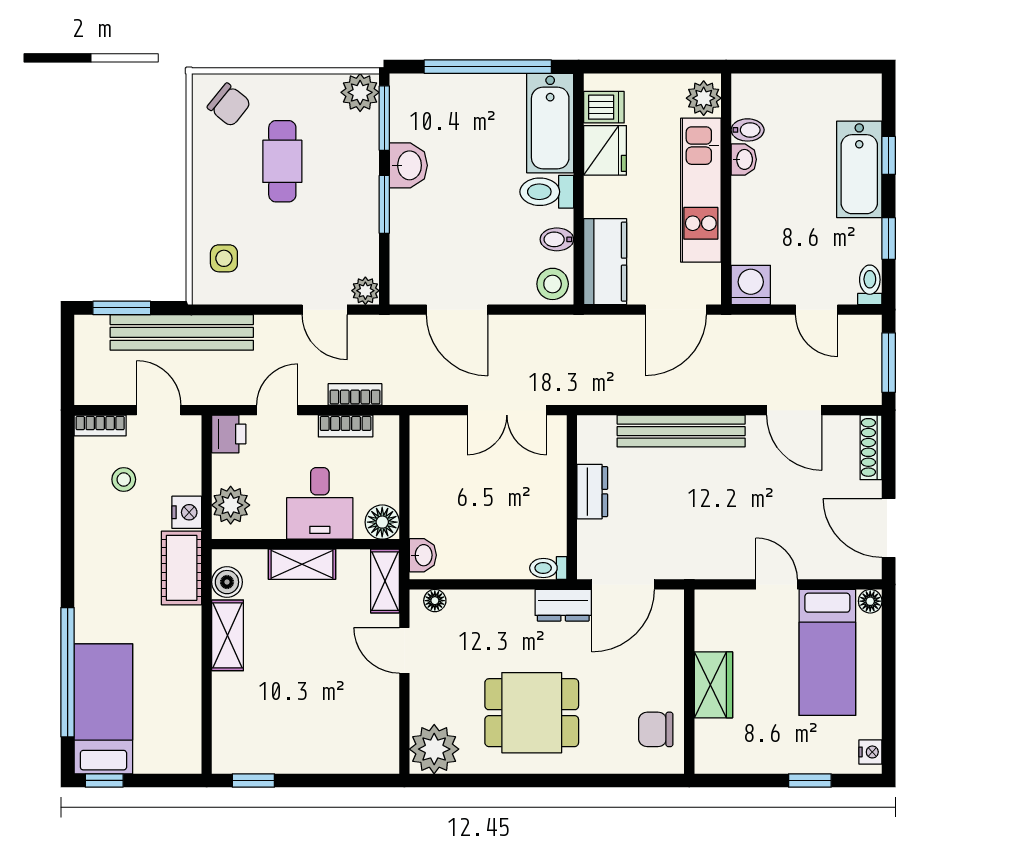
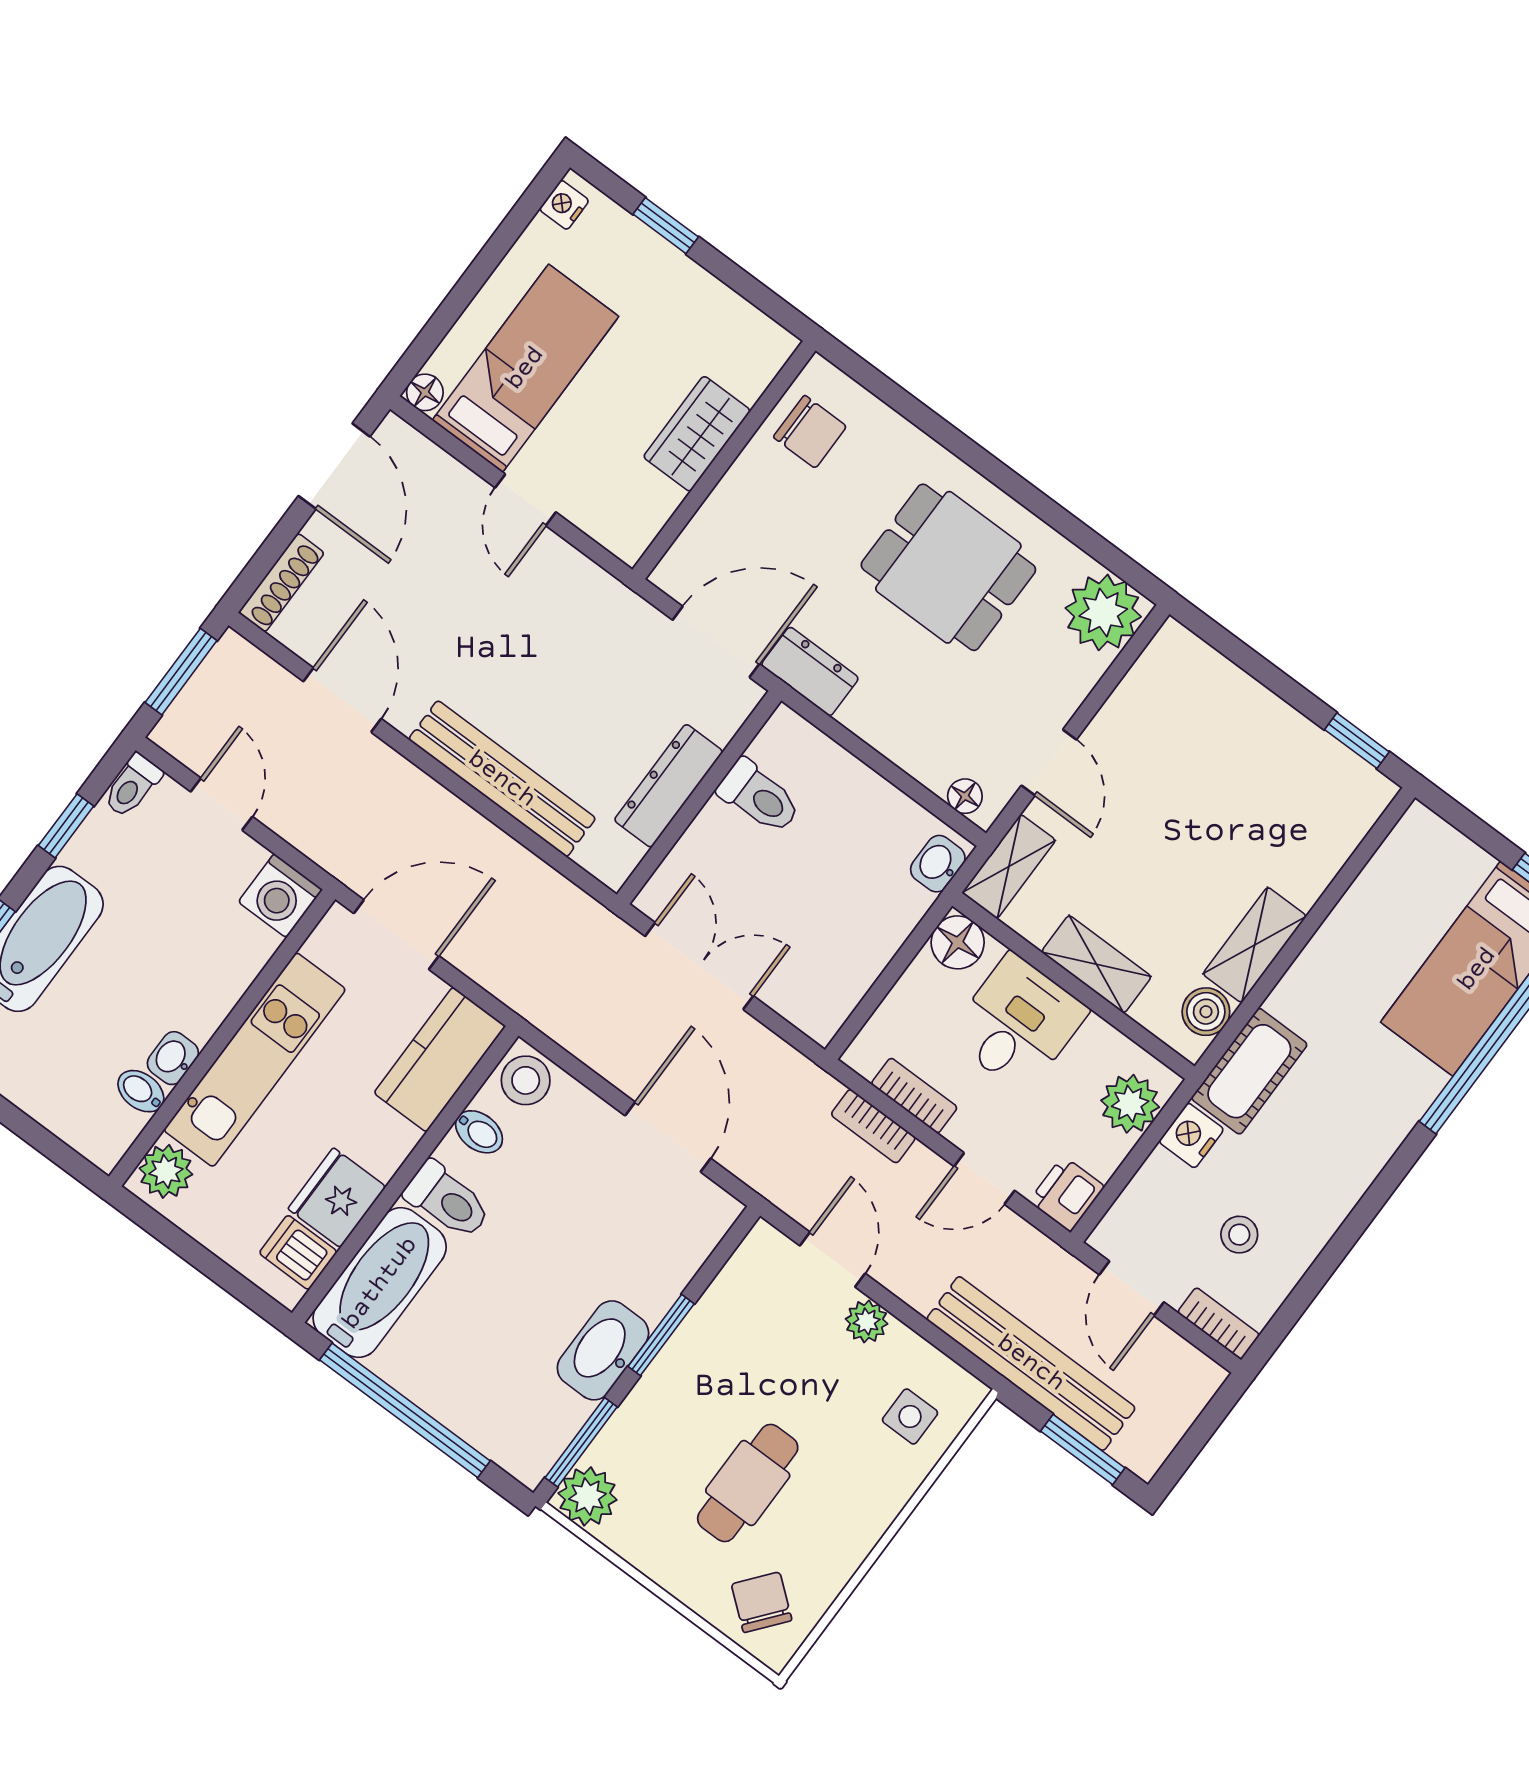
washbasin: (408, 165) -> (603, 1350), width x1.38
plant: (365, 291) -> (867, 1321), moved
dresser: (592, 492) -> (669, 786), width x1.44
toilet: (548, 568) -> (759, 797), moved, width x1.37, depth x1.39

